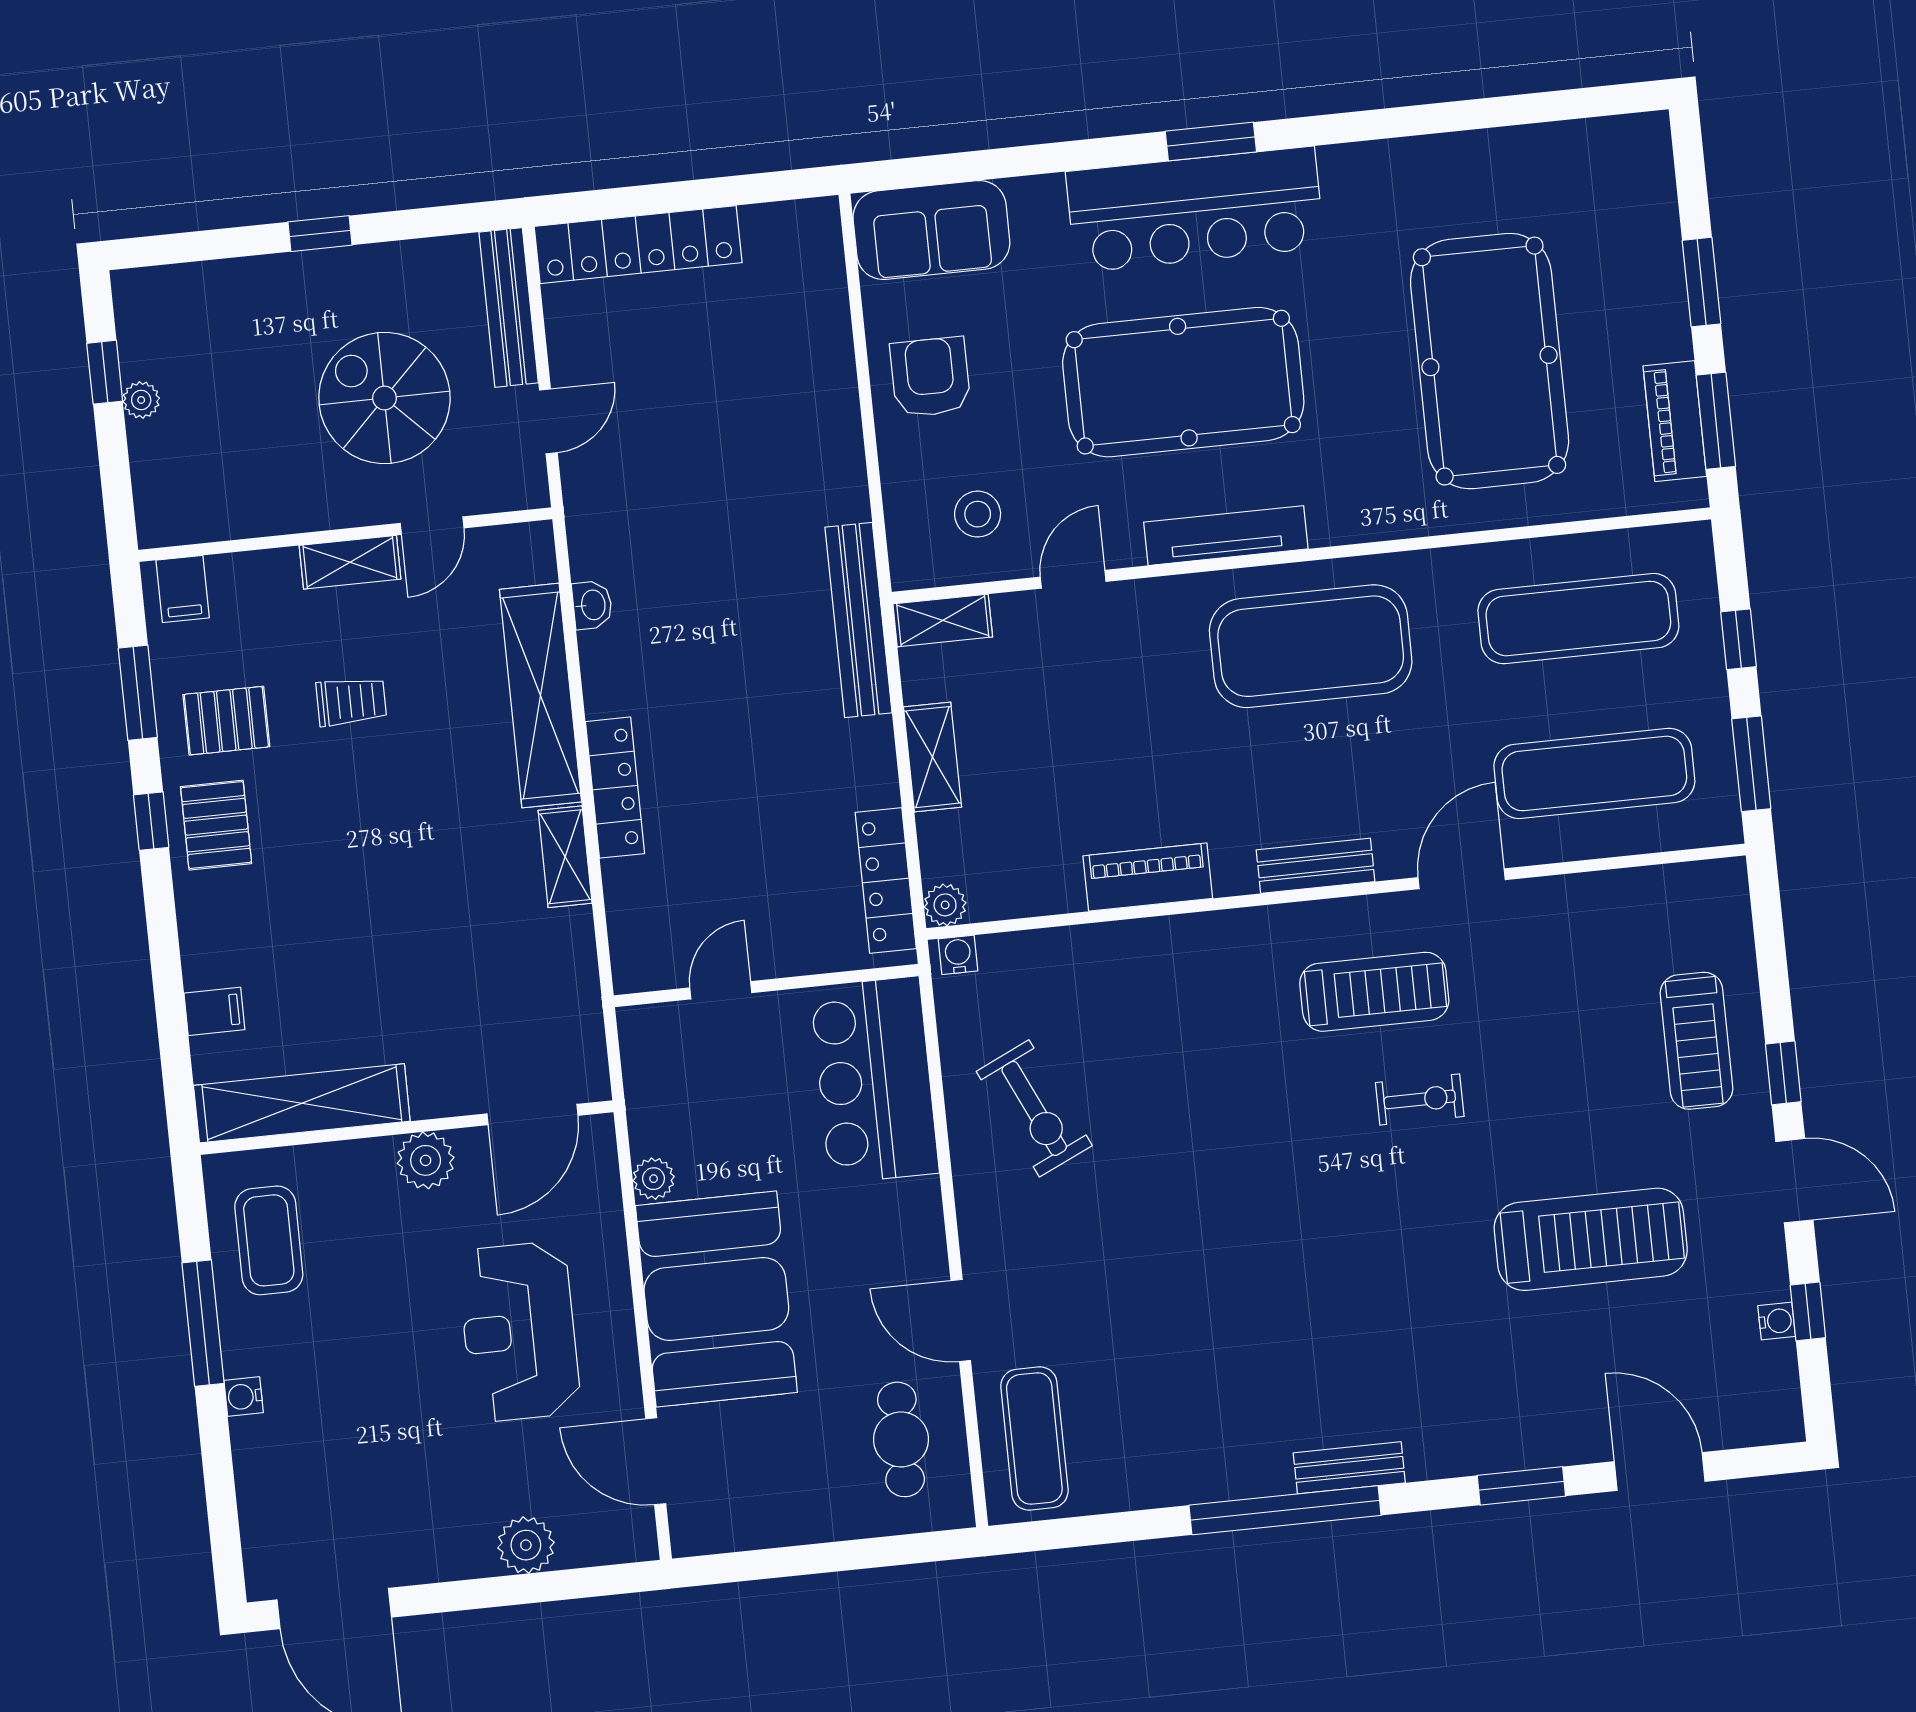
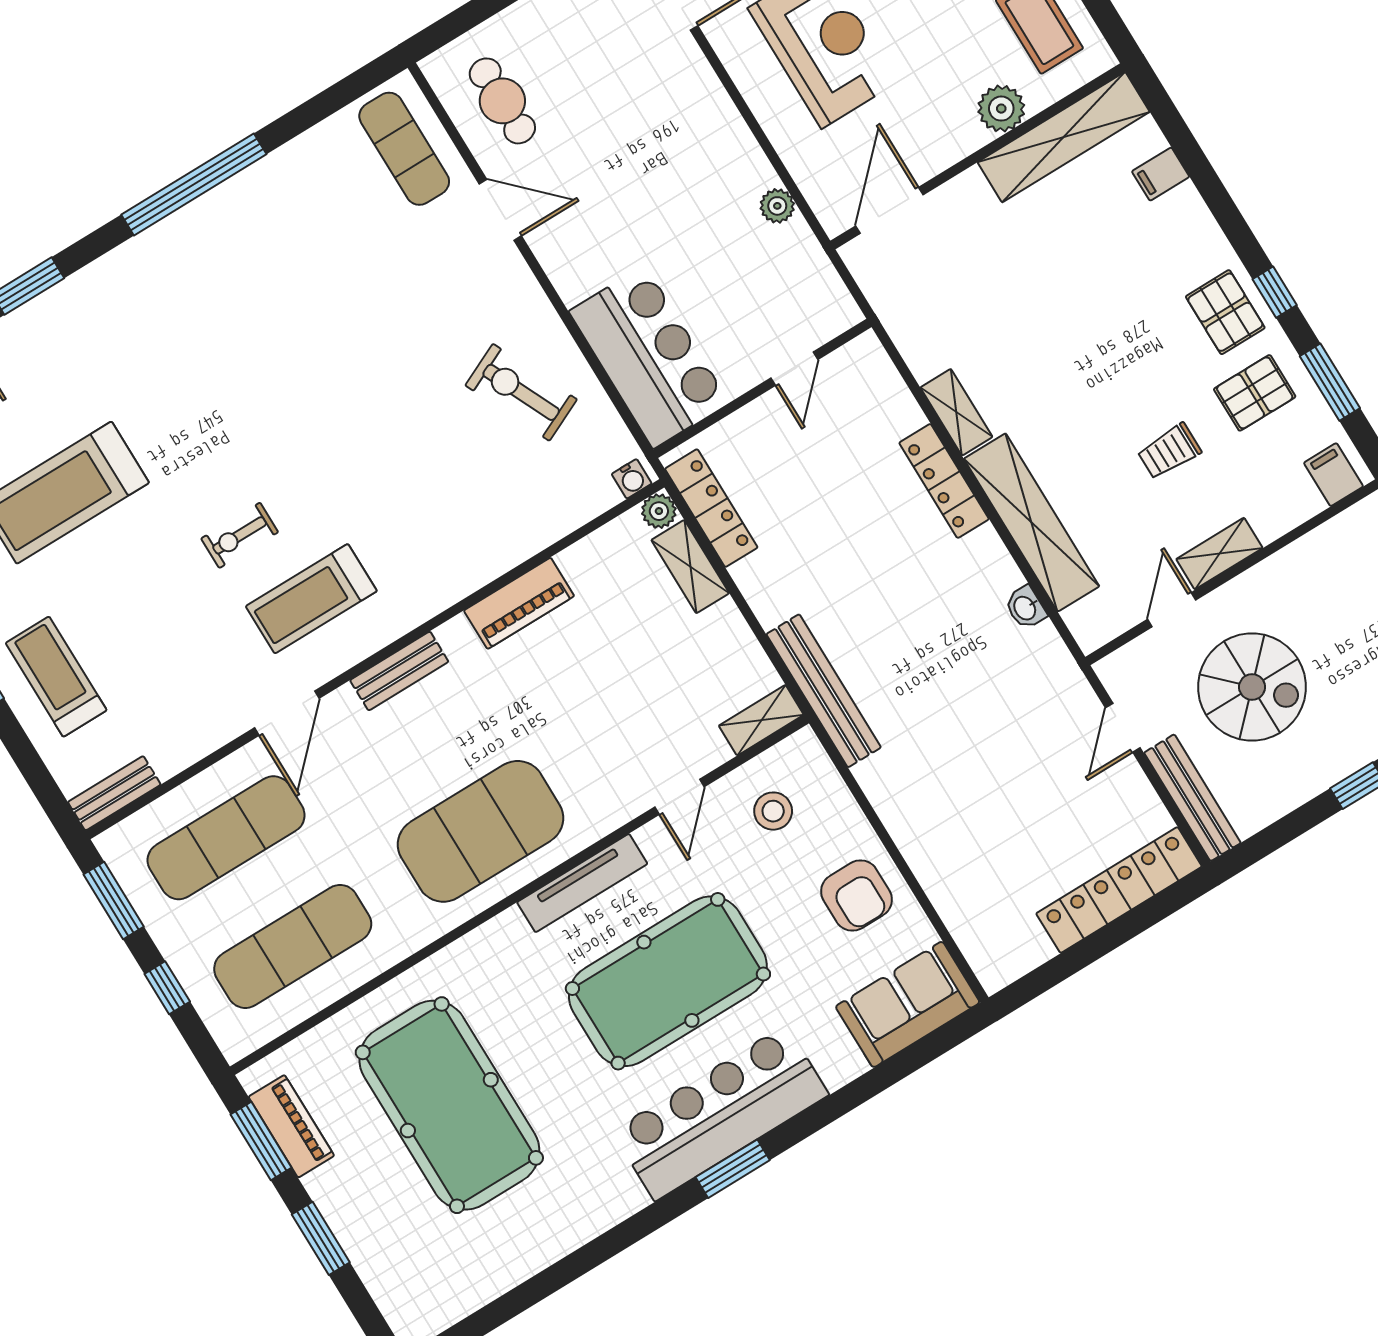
shelving: (932, 757) -> (690, 567), moved
plant: (426, 1160) -> (1001, 109), moved
booth: (716, 1299) -> (688, 139), removed
bench: (1349, 1468) -> (114, 793), moved

